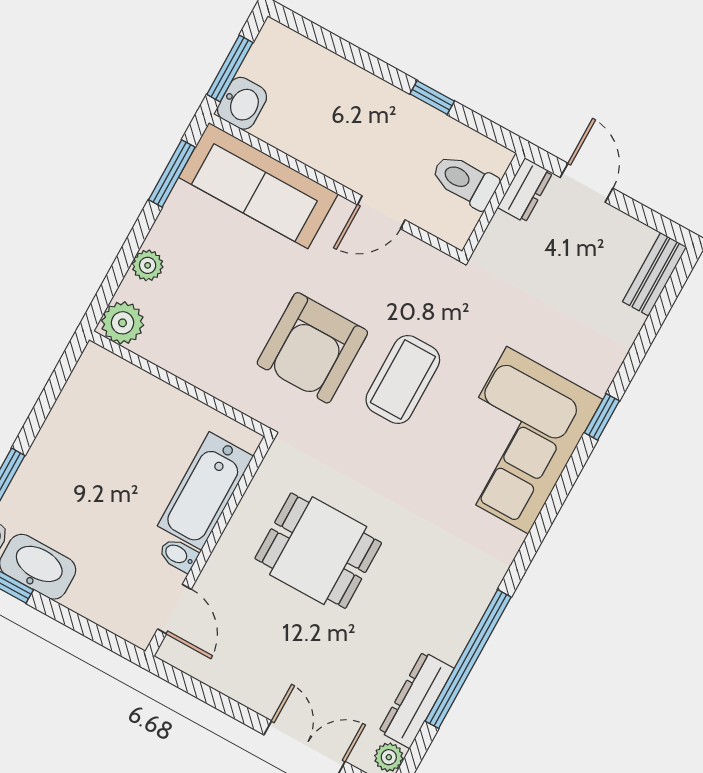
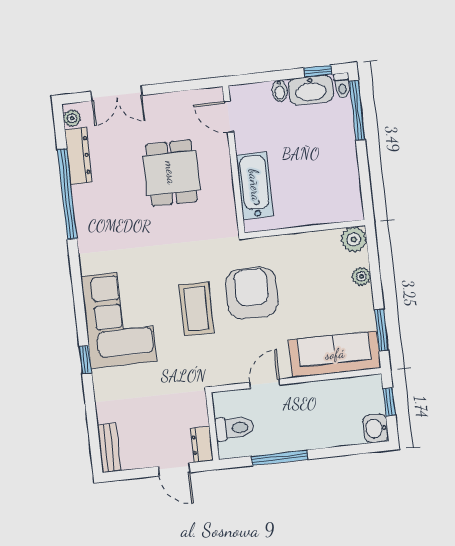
window: (230, 69) -> (389, 402), width x0.67
window: (432, 97) -> (280, 458), width x2.17
washbasin: (242, 103) -> (376, 428), moved
dining table: (318, 551) -> (171, 173), moved, turned 90
bidet: (178, 555) -> (280, 91), moved, turned 90

